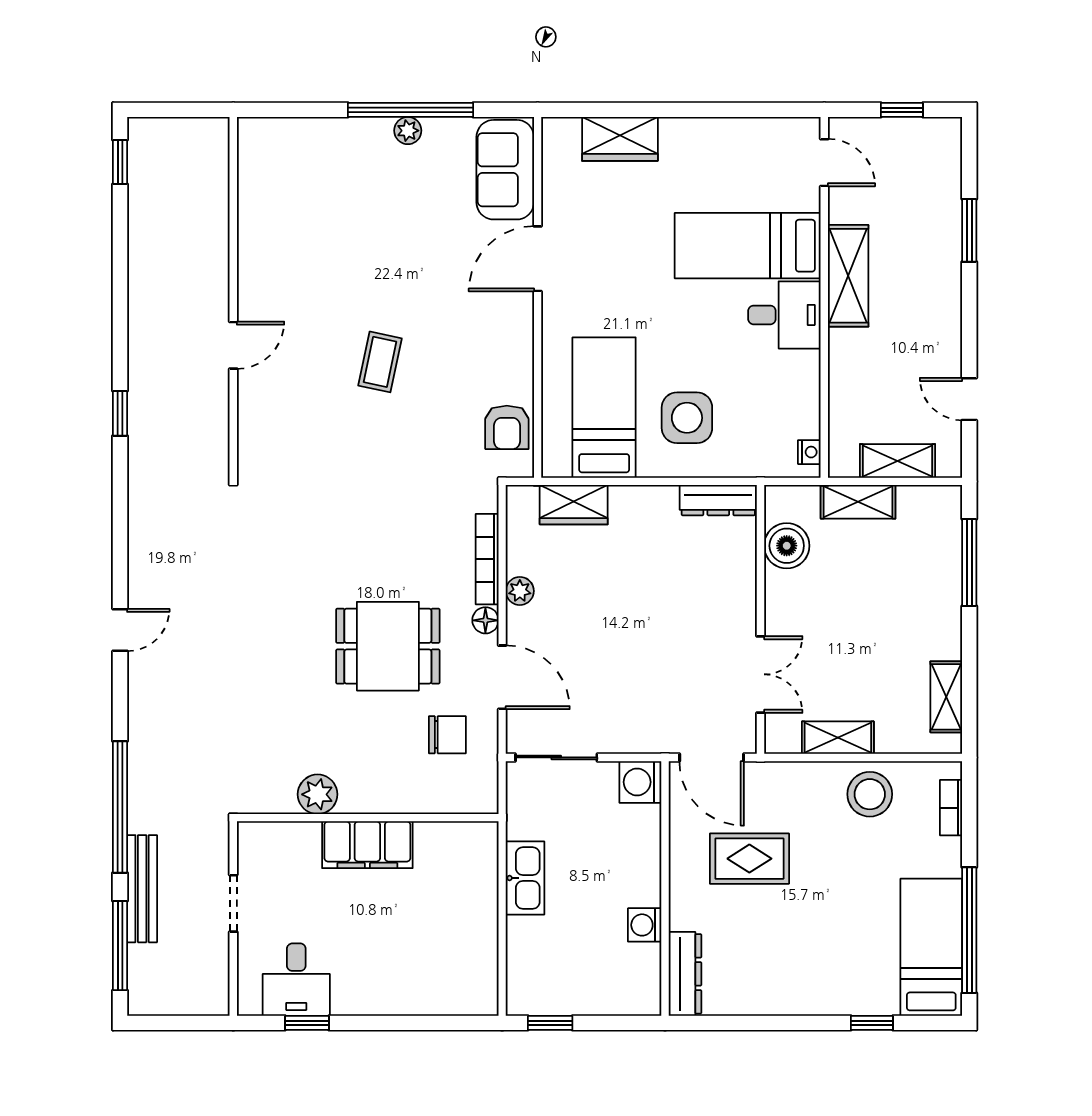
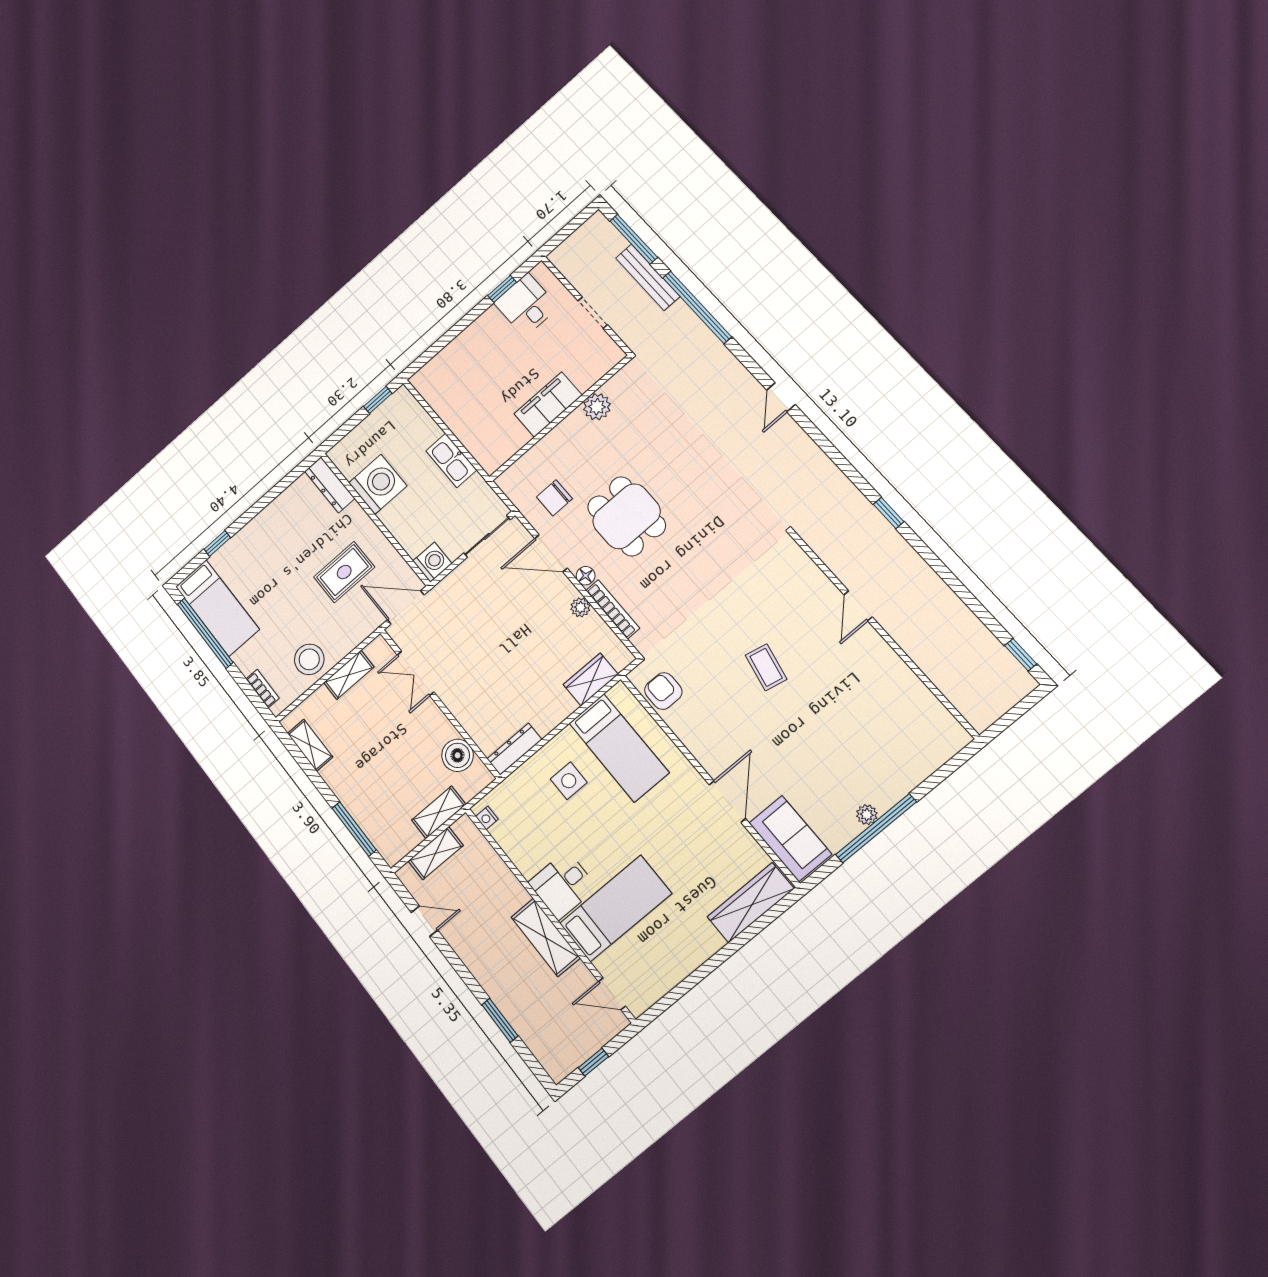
wardrobe: (620, 139) -> (750, 903), width x1.50
side table: (687, 418) -> (569, 781), width x0.73, depth x0.73
dining table: (388, 646) -> (626, 516), turned 90
washing machine: (645, 925) -> (378, 484), width x1.89, depth x1.89

